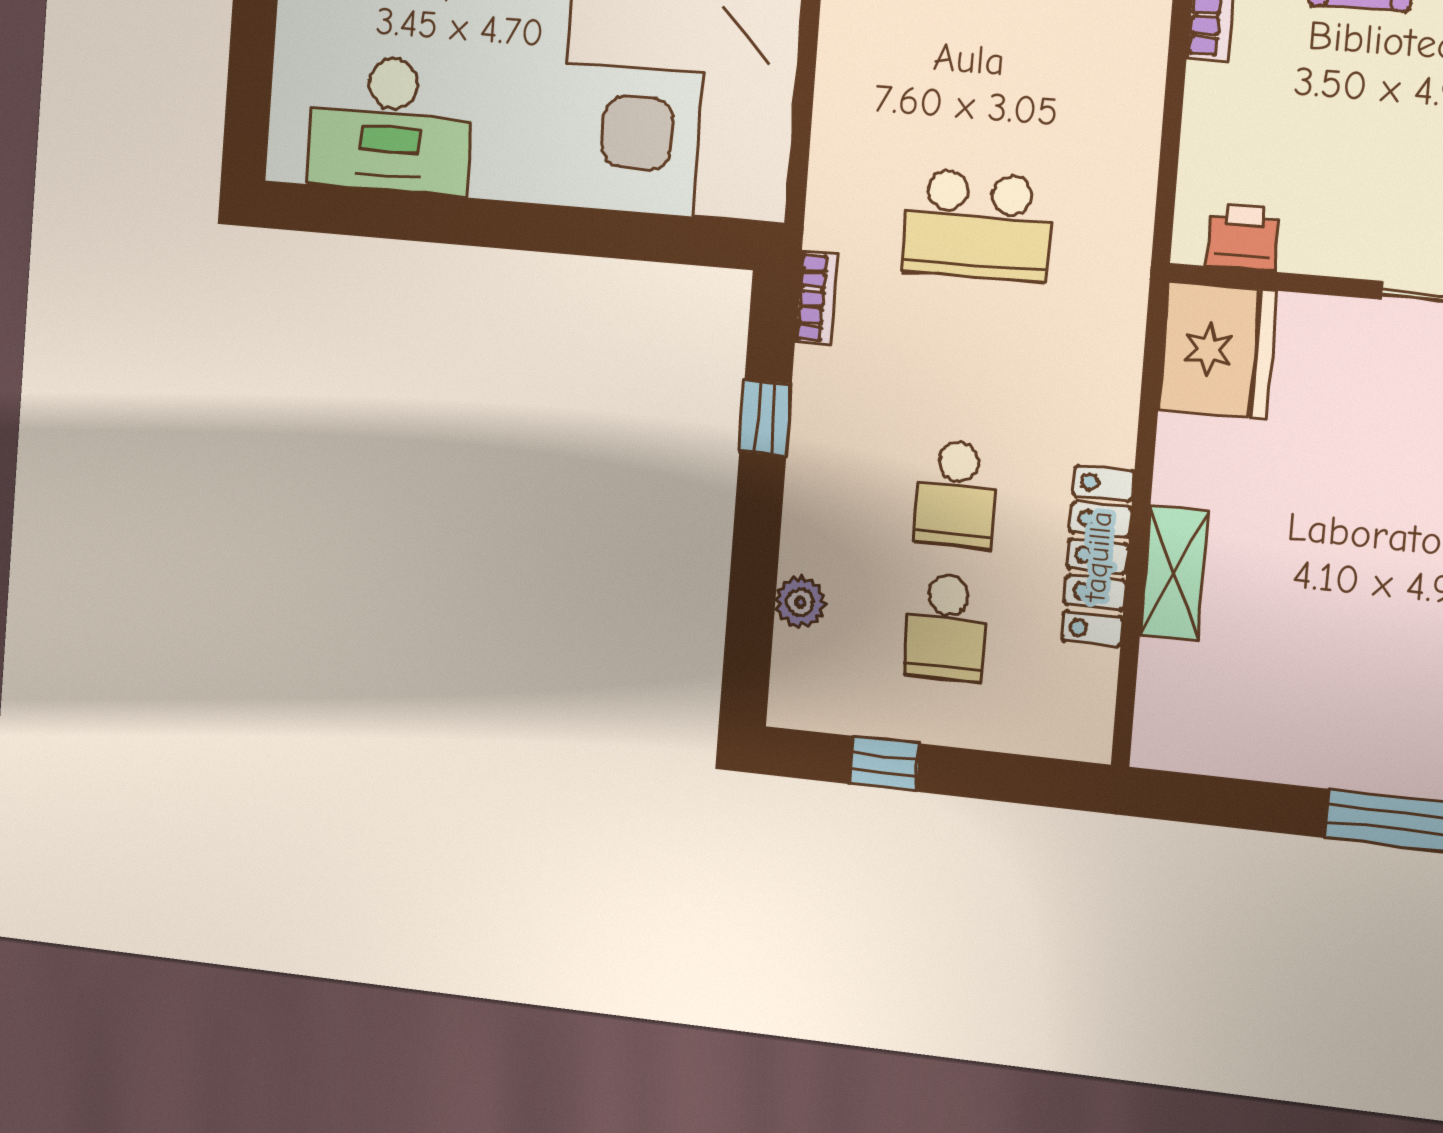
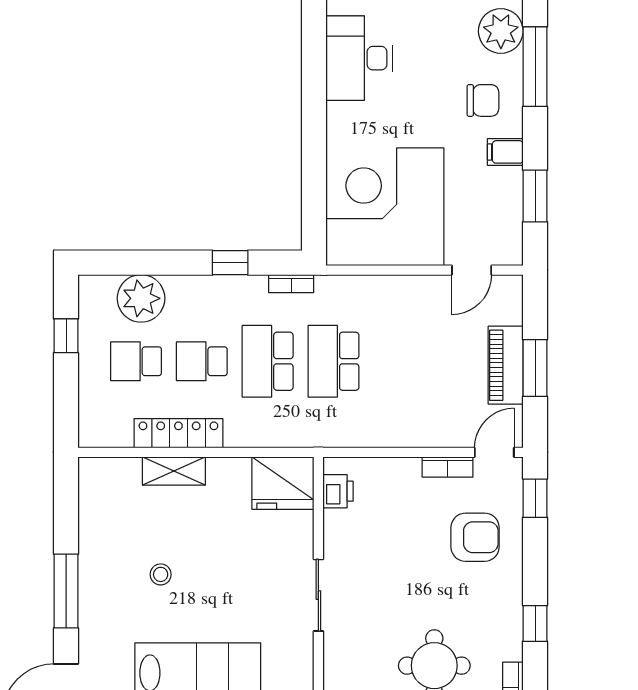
school desk: (967, 360) -> (268, 361), added
plant: (800, 602) -> (141, 298), width x1.88, depth x1.88
stool: (1386, 622) -> (161, 574), added

